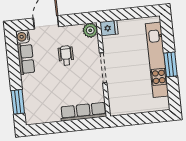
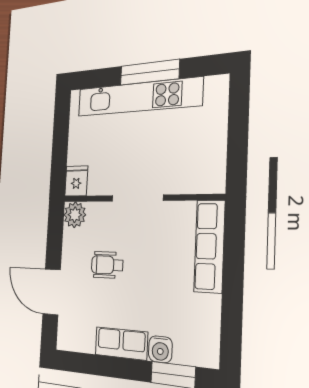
water cooler: (23, 37) -> (160, 349), moved
row of seats: (26, 59) -> (121, 343), moved
window: (171, 64) -> (149, 72), width x1.44

